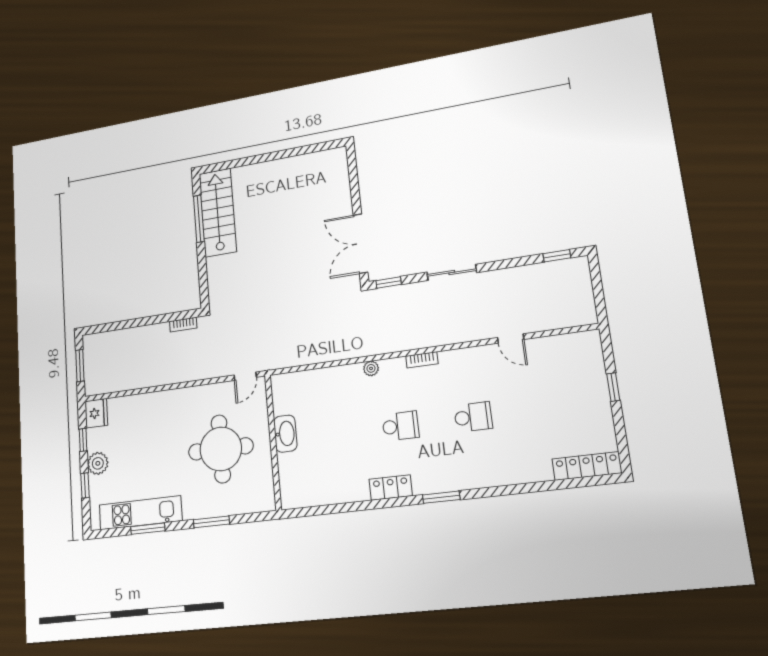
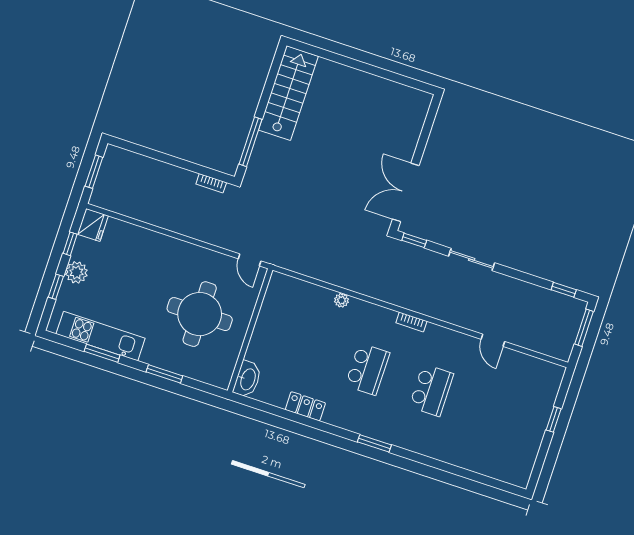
window: (199, 219) -> (251, 142), moved
window: (597, 282) -> (584, 328), added
plant: (371, 368) -> (341, 300), moved
door: (245, 376) -> (250, 260), hinge flipped
school desk: (473, 417) -> (431, 390), width x1.85
school desk: (400, 426) -> (367, 369), width x1.85
washbasin: (285, 434) -> (247, 379), moved
locker: (587, 466) -> (502, 472), removed
locker: (391, 488) -> (305, 406), moved

